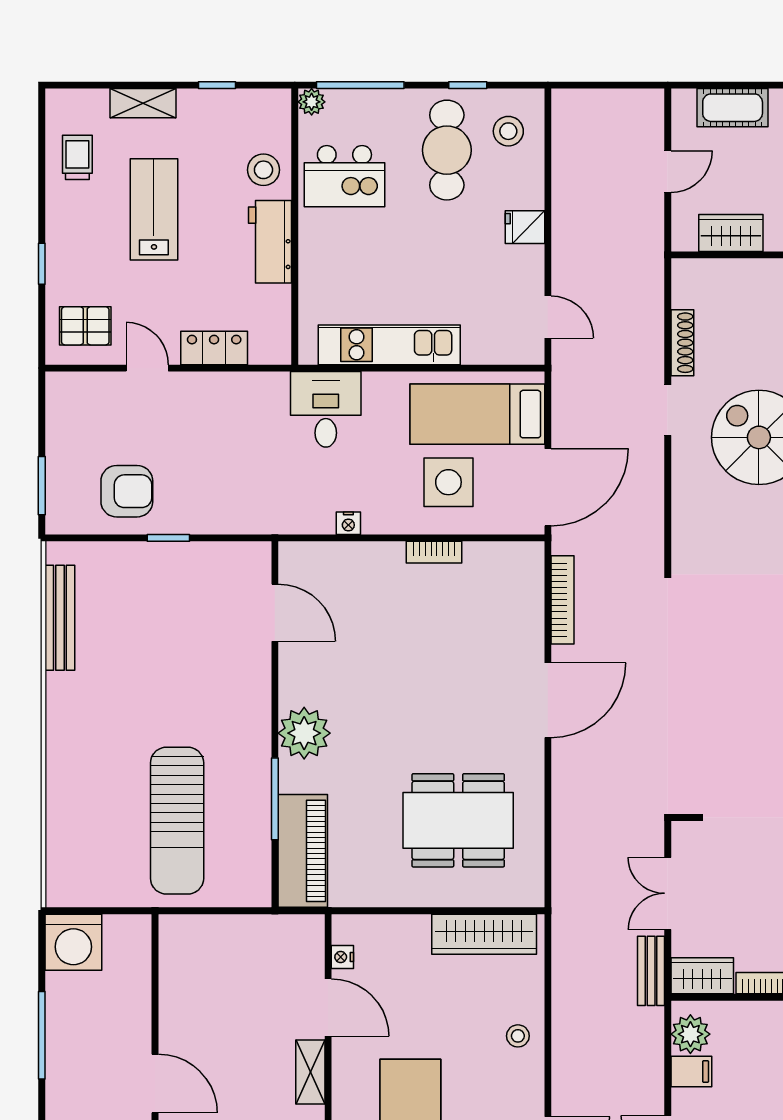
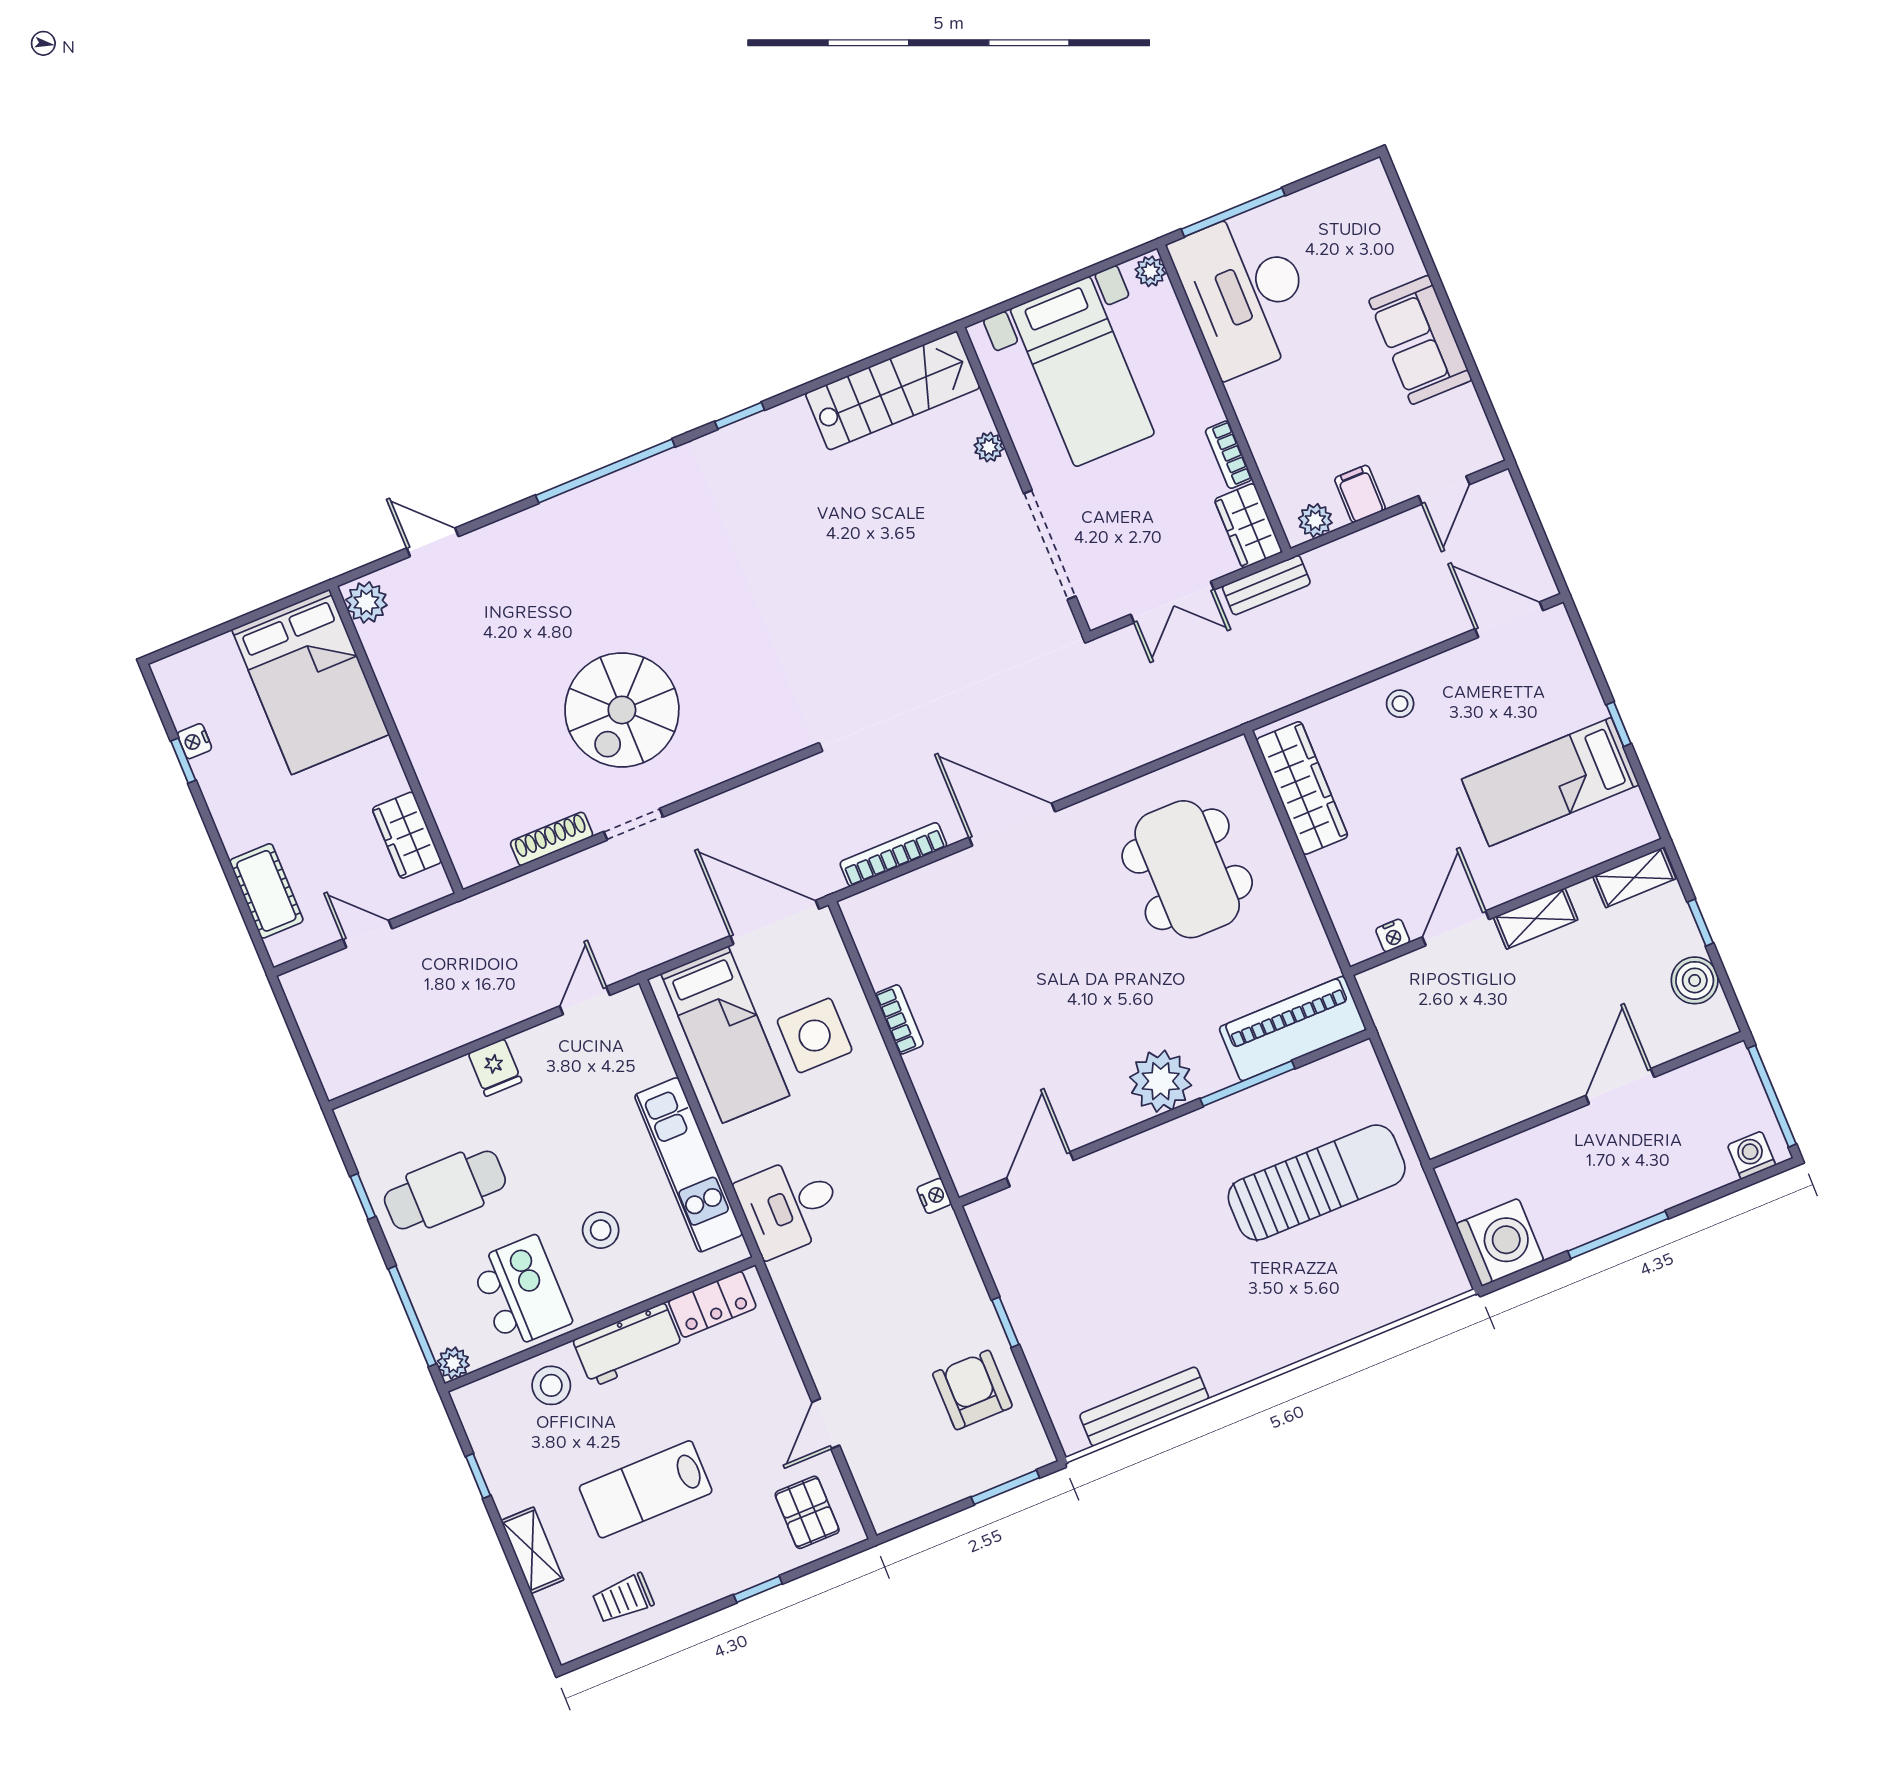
stool: (508, 131) -> (601, 1230), moved
locker: (214, 348) -> (712, 1304), moved, turned -90
nightstand: (348, 523) -> (934, 1196), moved
plant: (690, 1034) -> (1315, 520), width x0.73, depth x0.73

